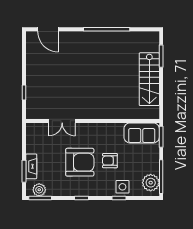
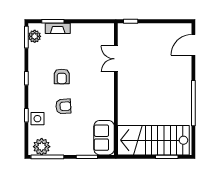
stairs: (149, 79) -> (153, 140), width x1.36, depth x1.51
double door: (62, 121) -> (116, 59), moved
wall: (93, 121) -> (116, 89), moved
sofa: (142, 133) -> (104, 138), moved
armchair: (110, 161) -> (63, 106), turned 87
armchair: (80, 162) -> (62, 76), width x0.53, depth x0.53

